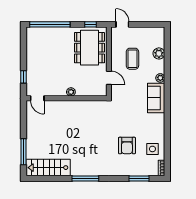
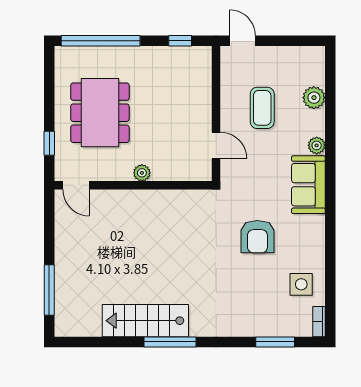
dining table: (89, 48) -> (100, 113), moved
armchair: (127, 146) -> (257, 237), moved
stairs: (48, 168) -> (145, 321), moved

